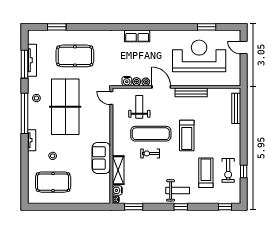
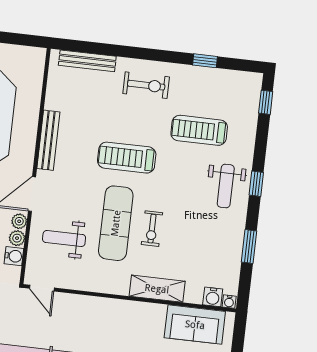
door: (111, 98) -> (42, 288), hinge flipped
treadmill: (187, 136) -> (127, 158), turned 180
sofa: (101, 158) -> (195, 325), moved
shelving: (118, 170) -> (157, 289), moved
exercise bike: (228, 170) -> (146, 85), moved
weight bench: (178, 190) -> (226, 186), turned 180
window: (134, 207) -> (249, 246), moved

